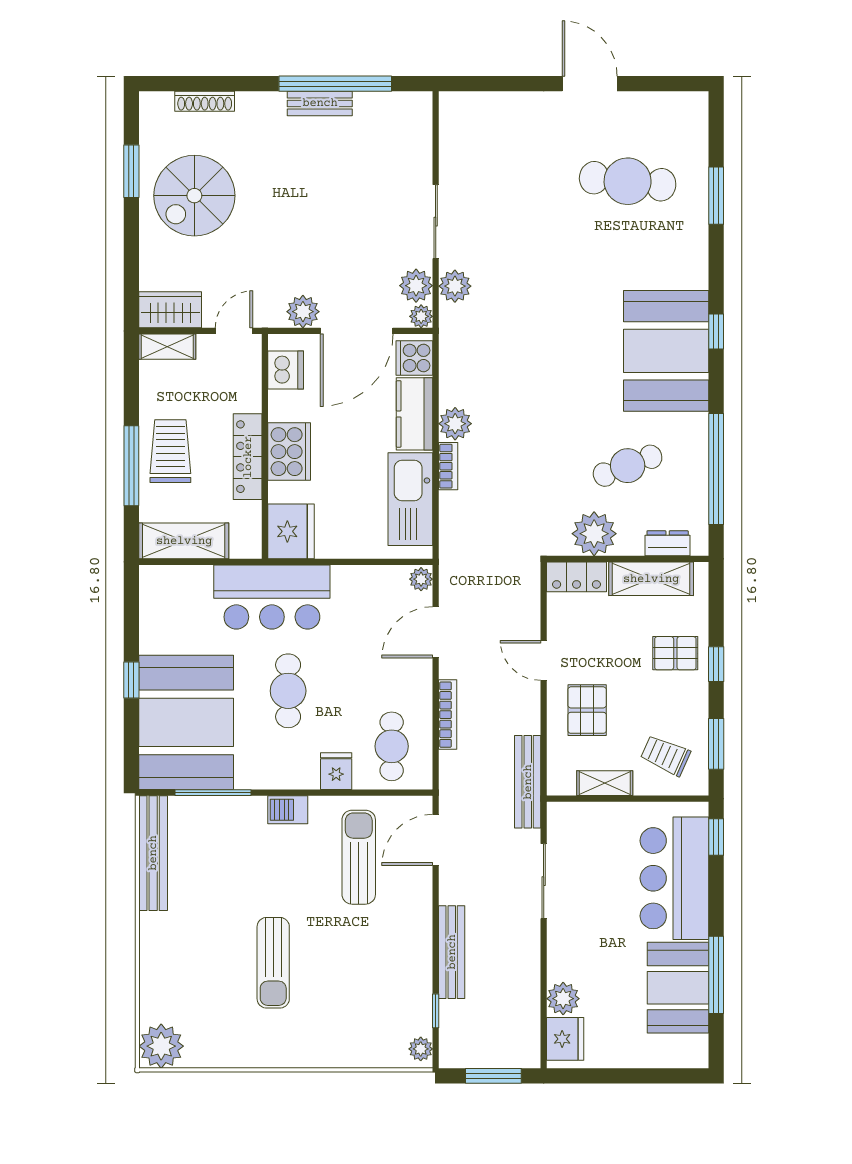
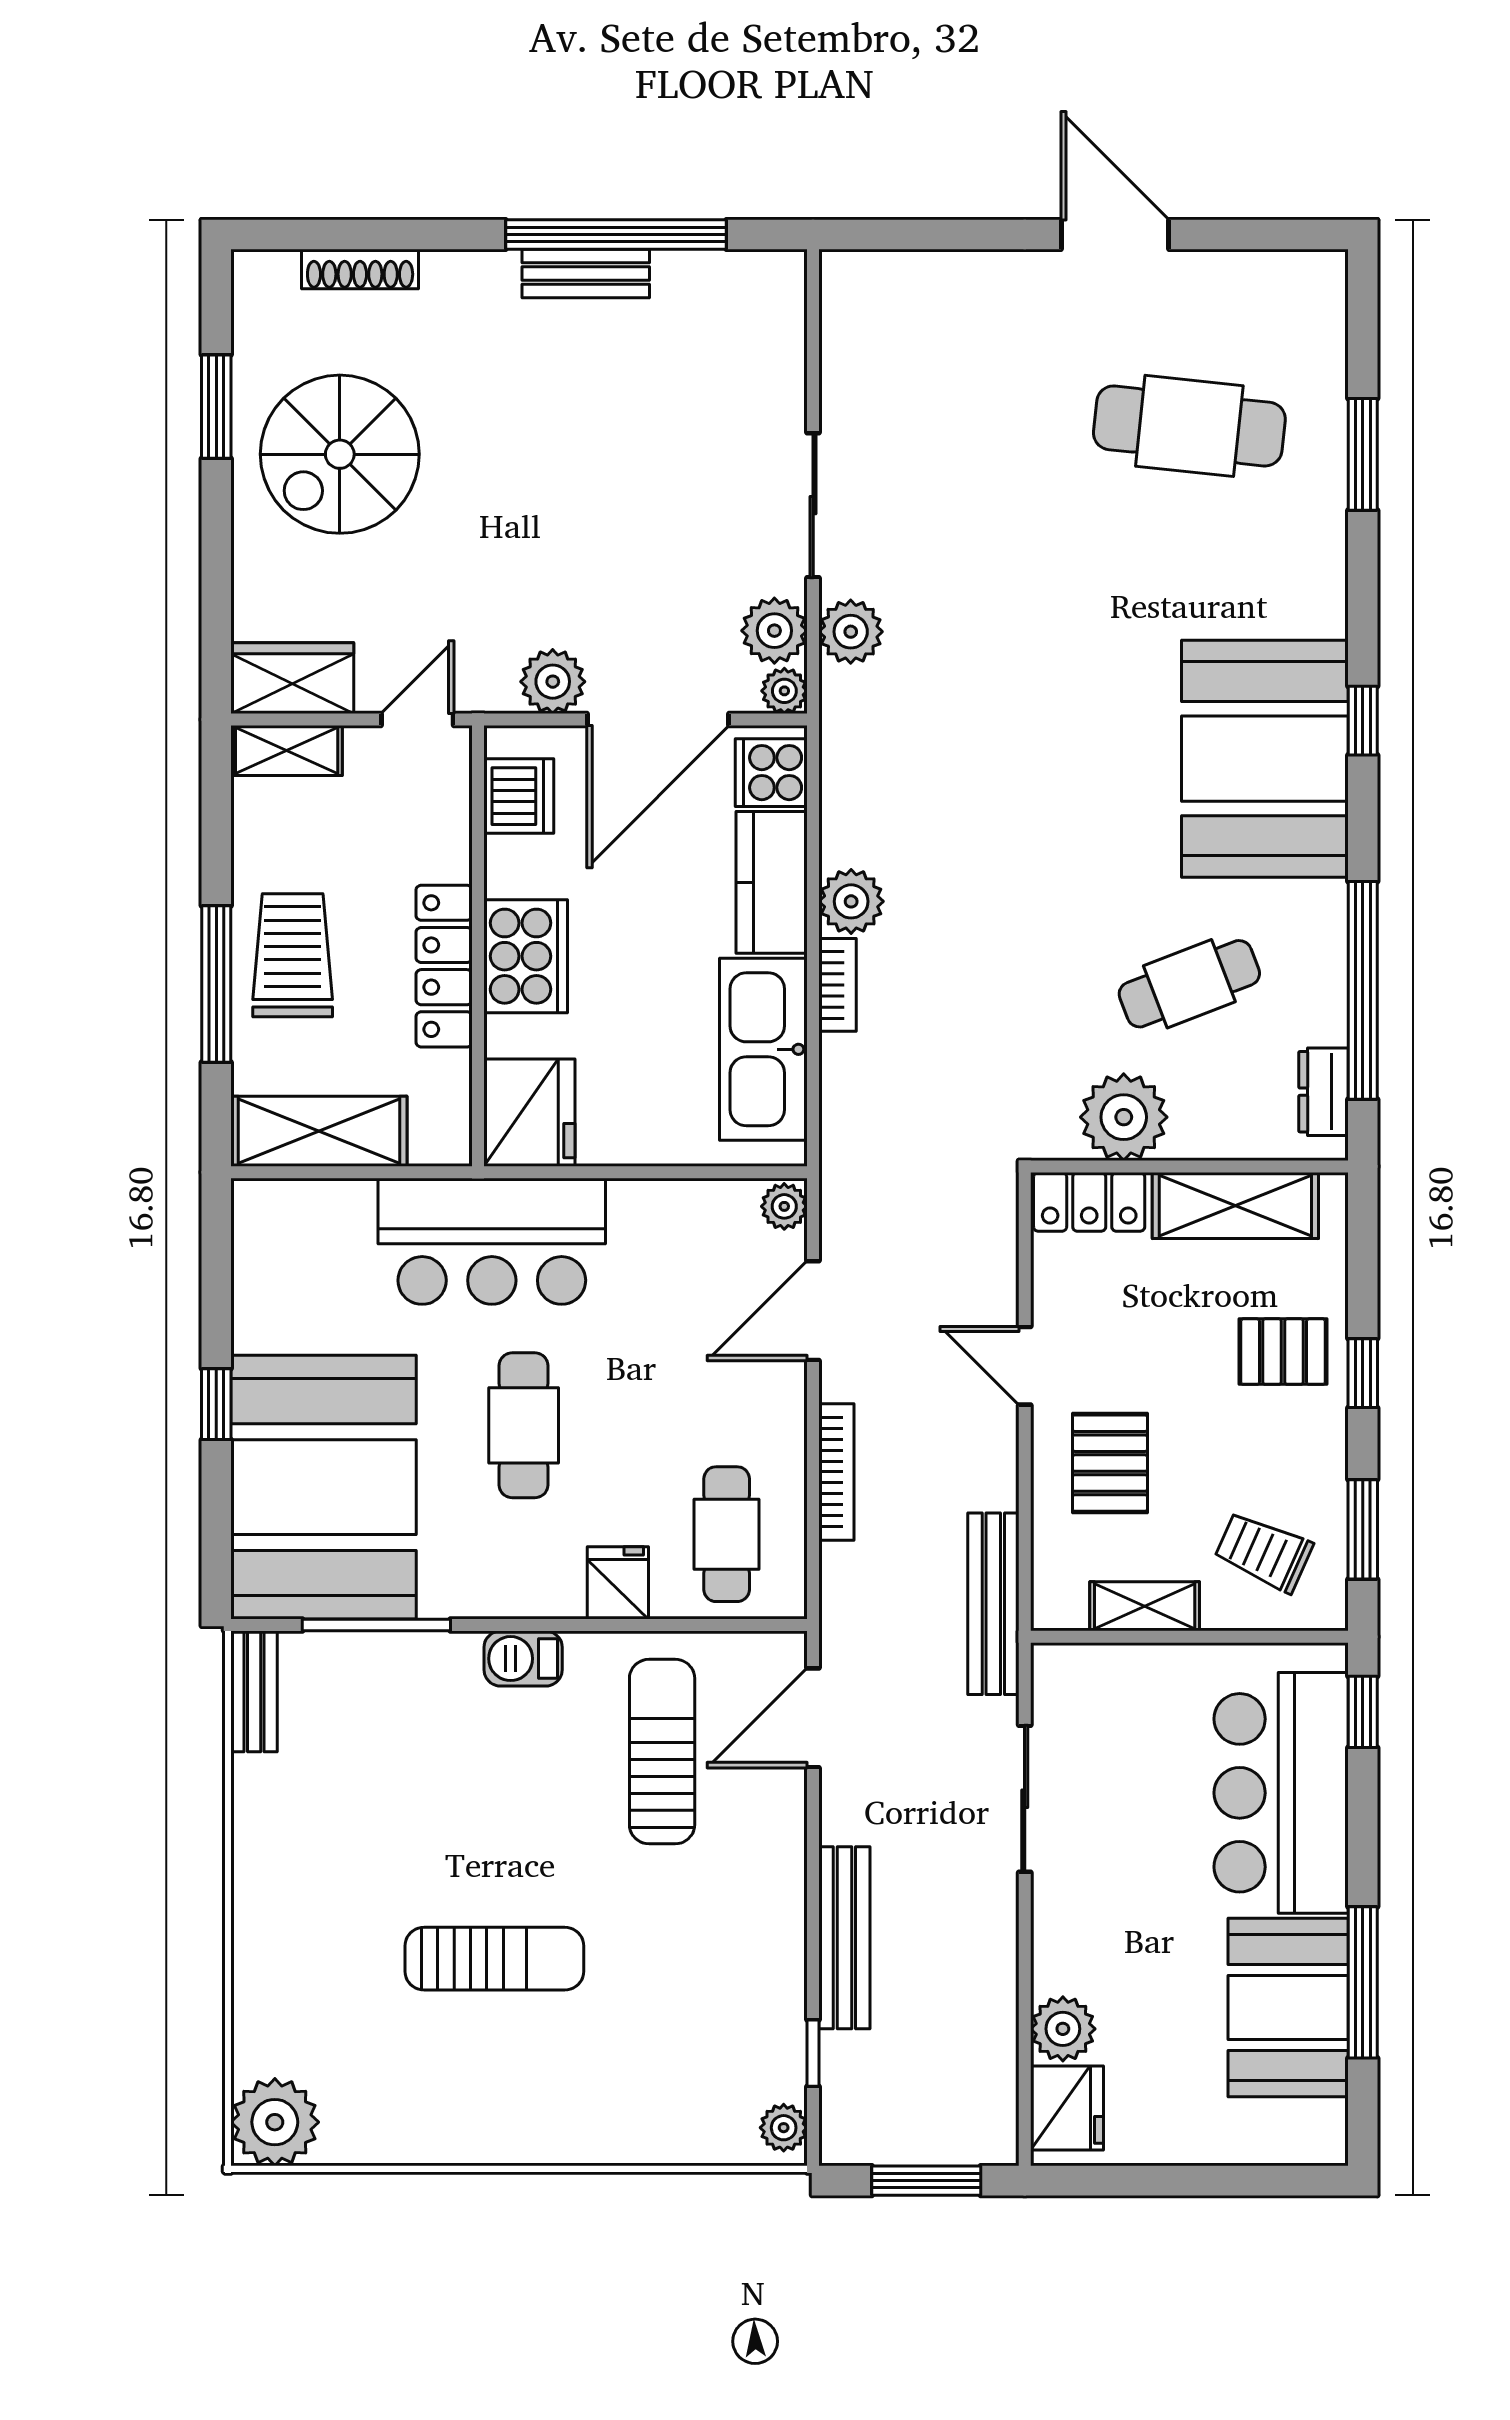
dresser: (668, 543) -> (1323, 1092), moved, turned -90
bench: (153, 853) -> (254, 1691), width x0.54, depth x0.82
sun lounger: (273, 963) -> (494, 1959), turned -90

